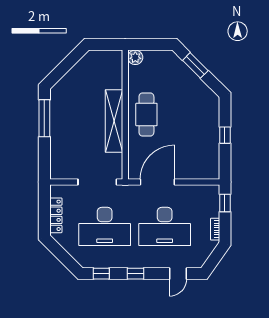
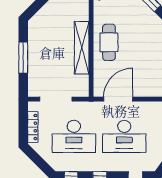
window: (44, 118) -> (23, 58), moved
doorway: (97, 182) -> (56, 99), moved

